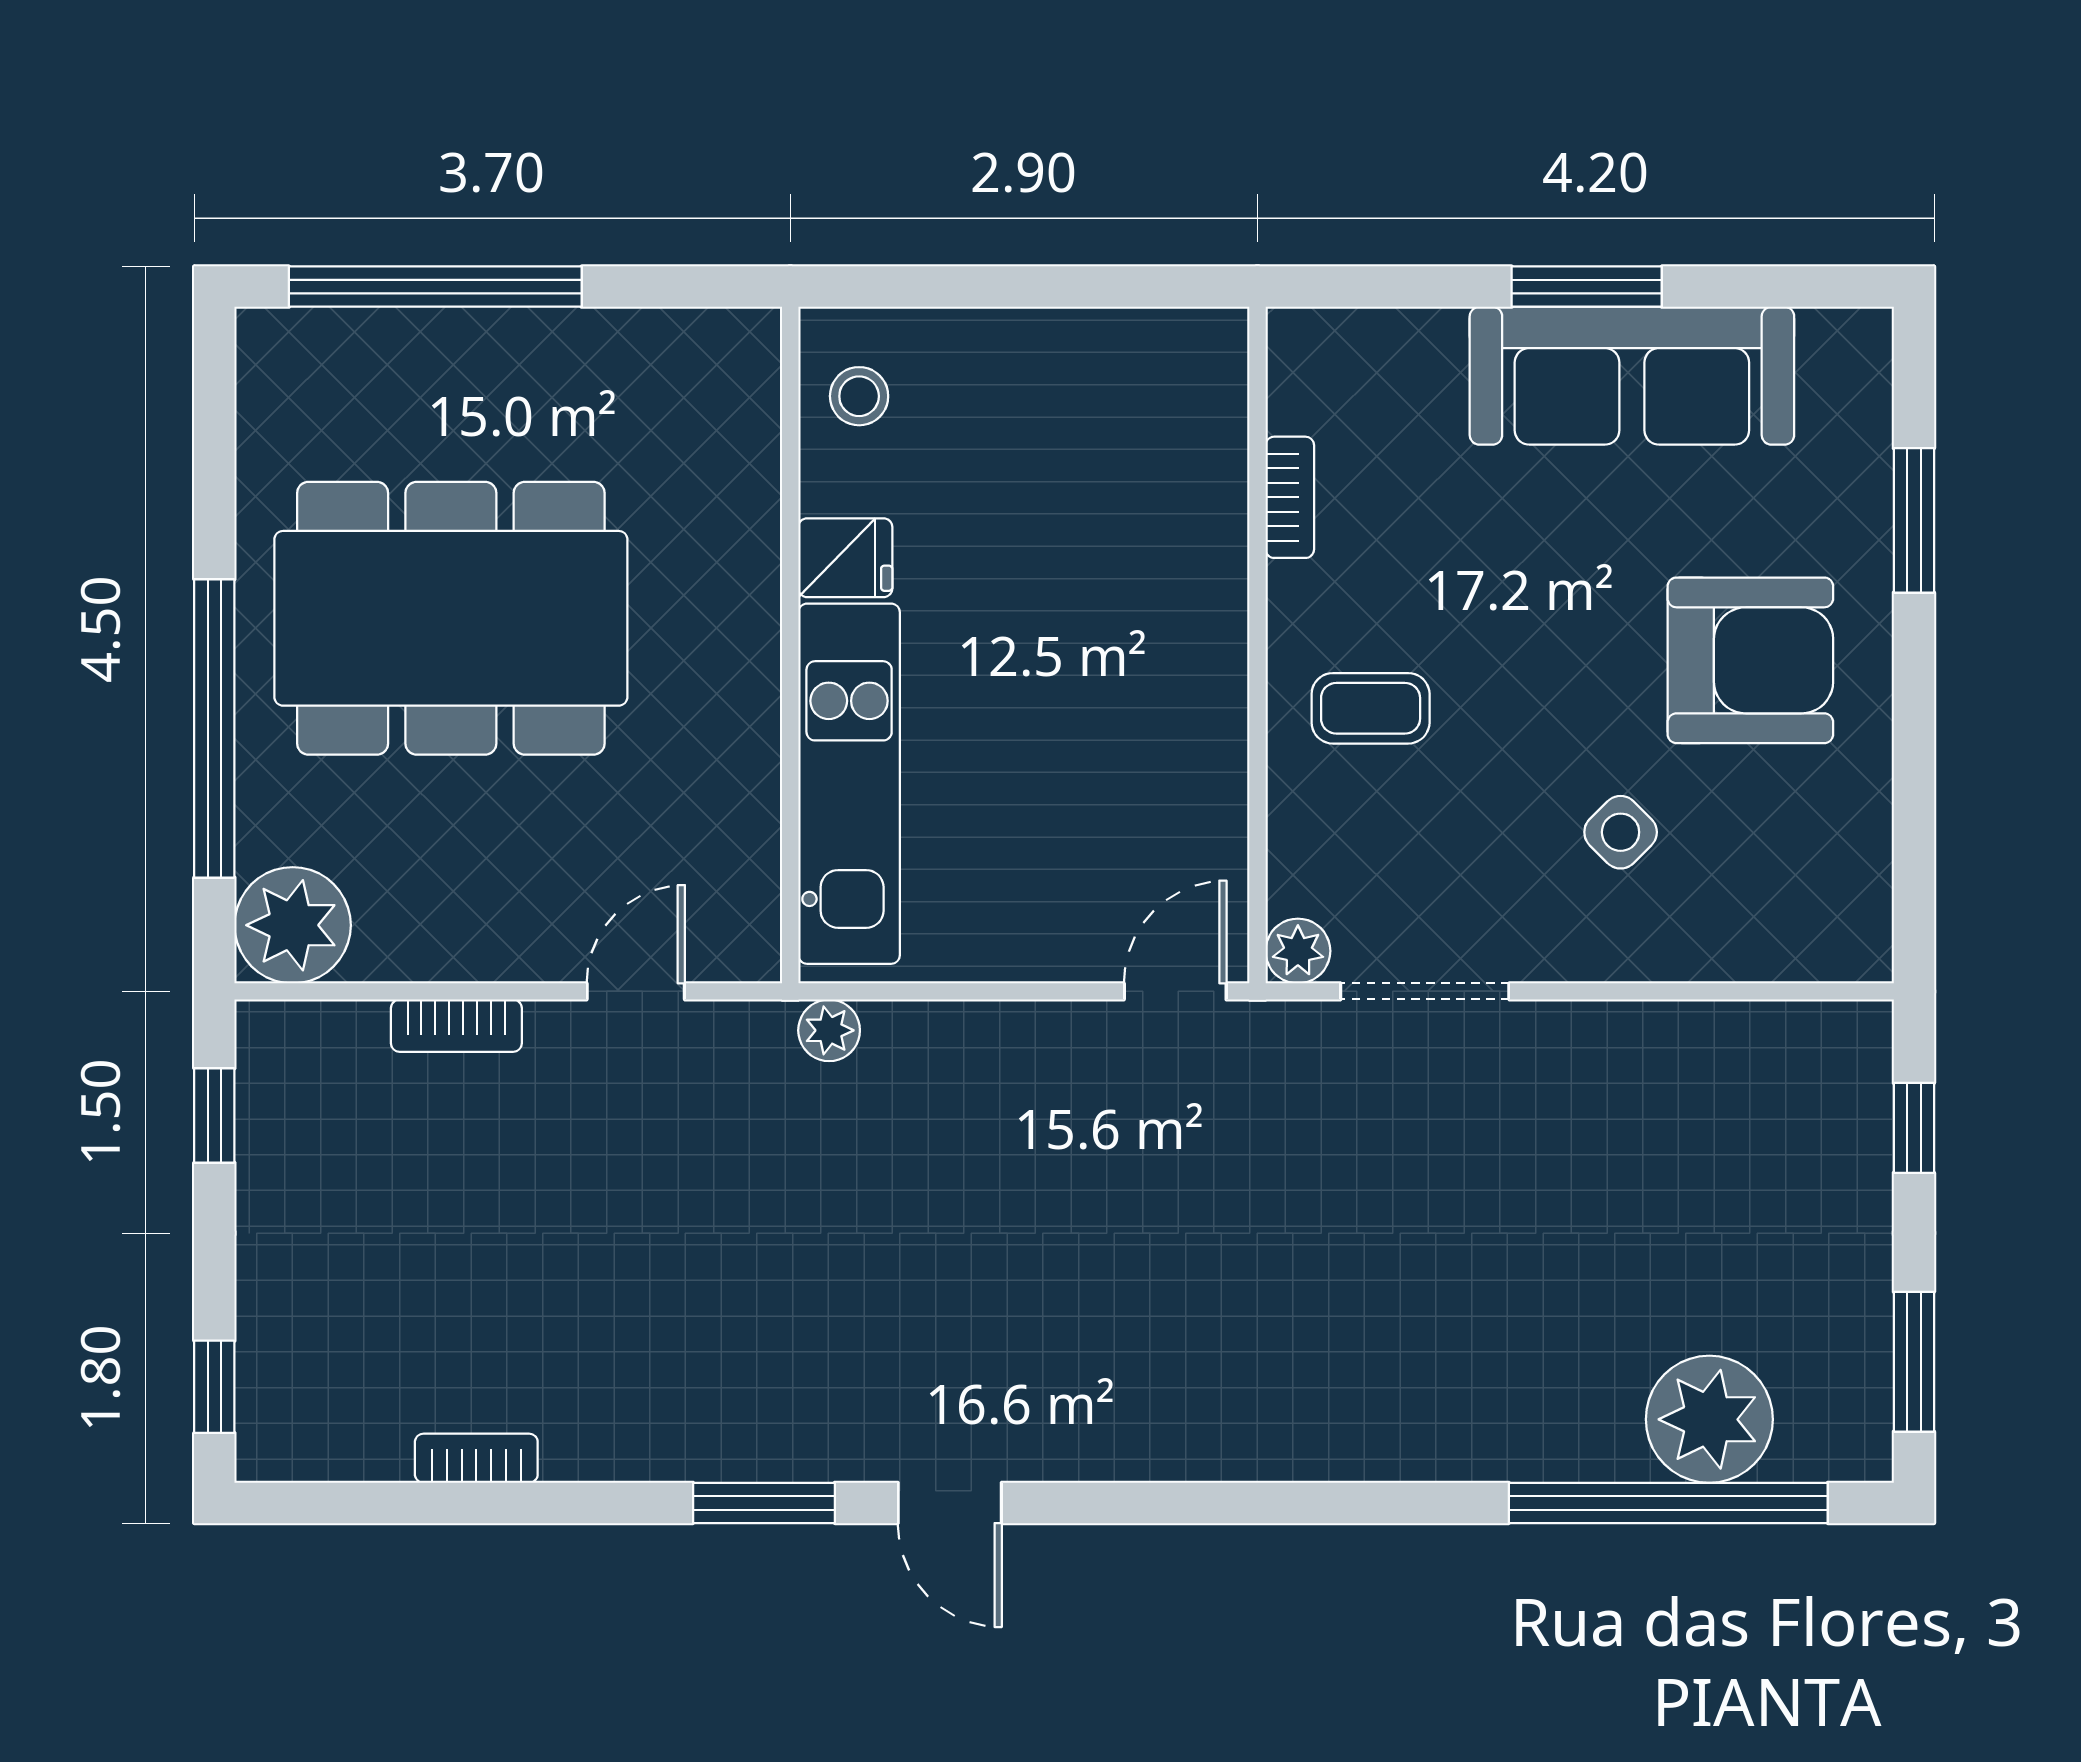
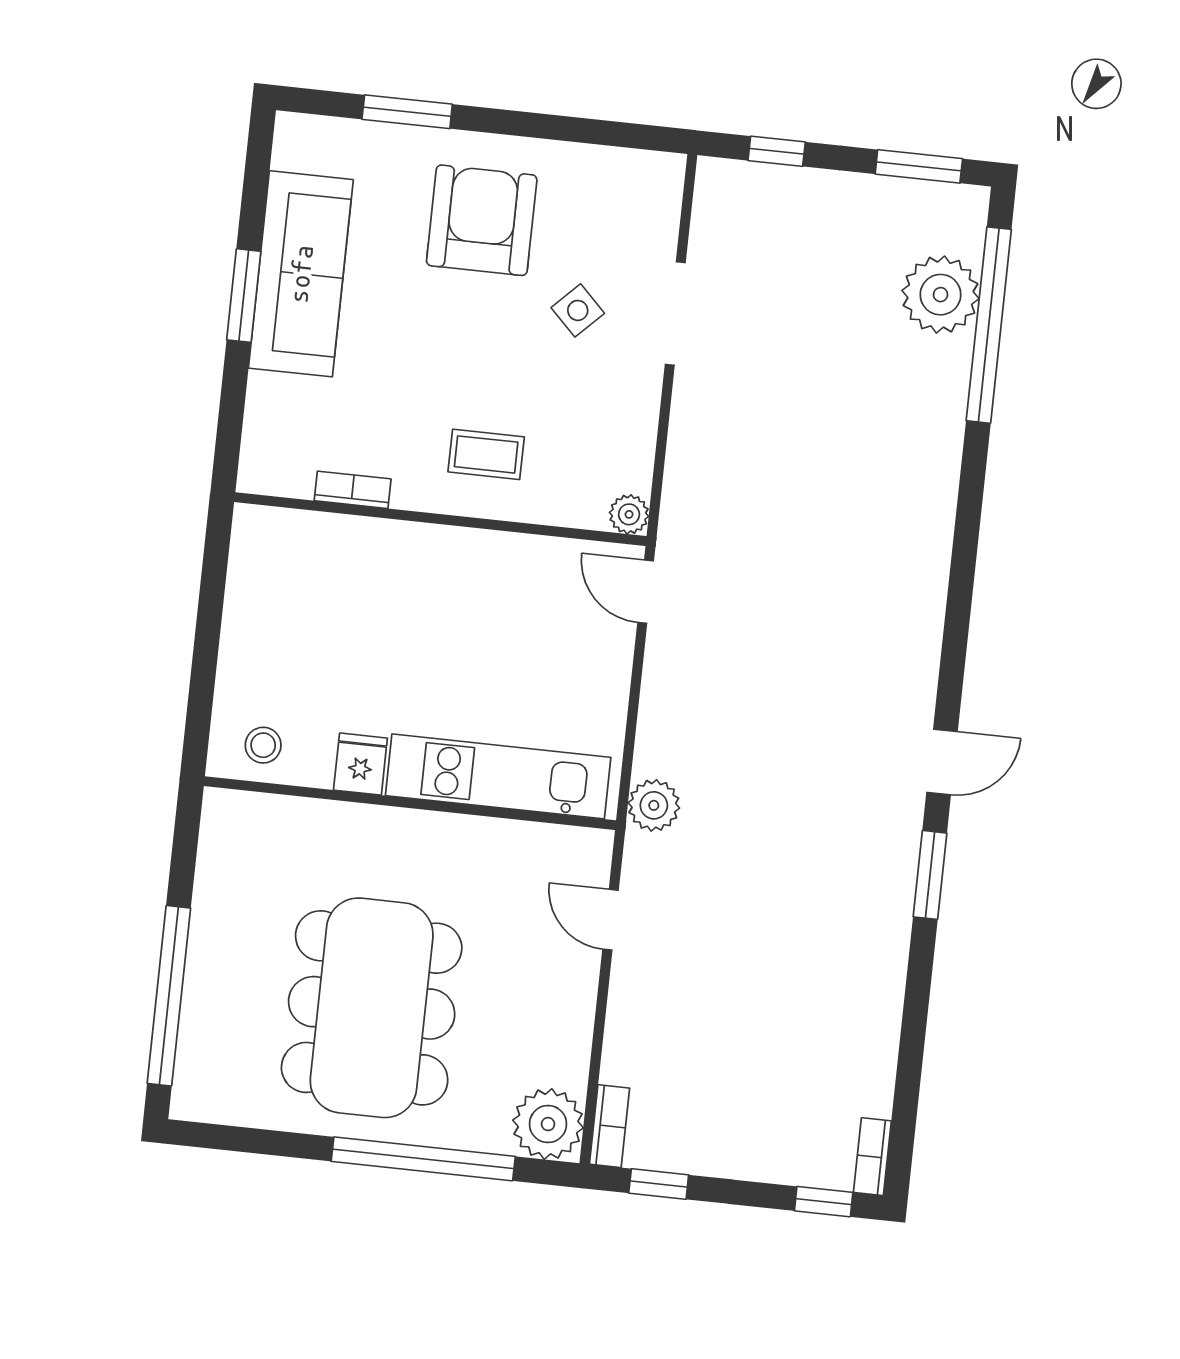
coffee table: (1371, 708) -> (486, 454), turned 90
doorway: (1425, 991) -> (675, 314), moved
bookcase: (456, 1026) -> (610, 1126), moved
plant: (829, 1030) -> (654, 805), width x1.38, depth x1.38
bookcase: (476, 1458) -> (872, 1157), moved

